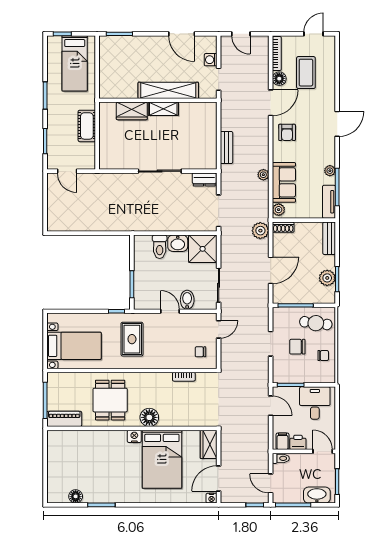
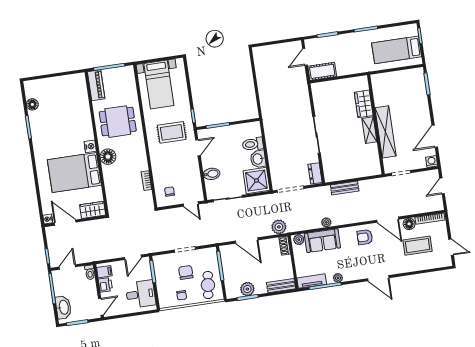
washing machine: (211, 60) -> (432, 162), moved
cot: (87, 126) -> (322, 71), moved
door: (170, 311) -> (198, 148), moved

